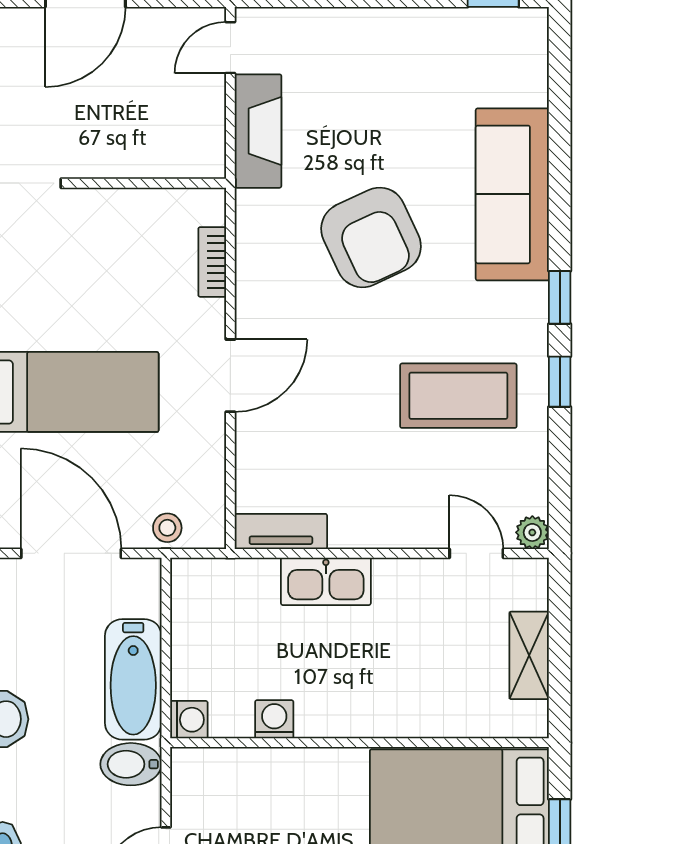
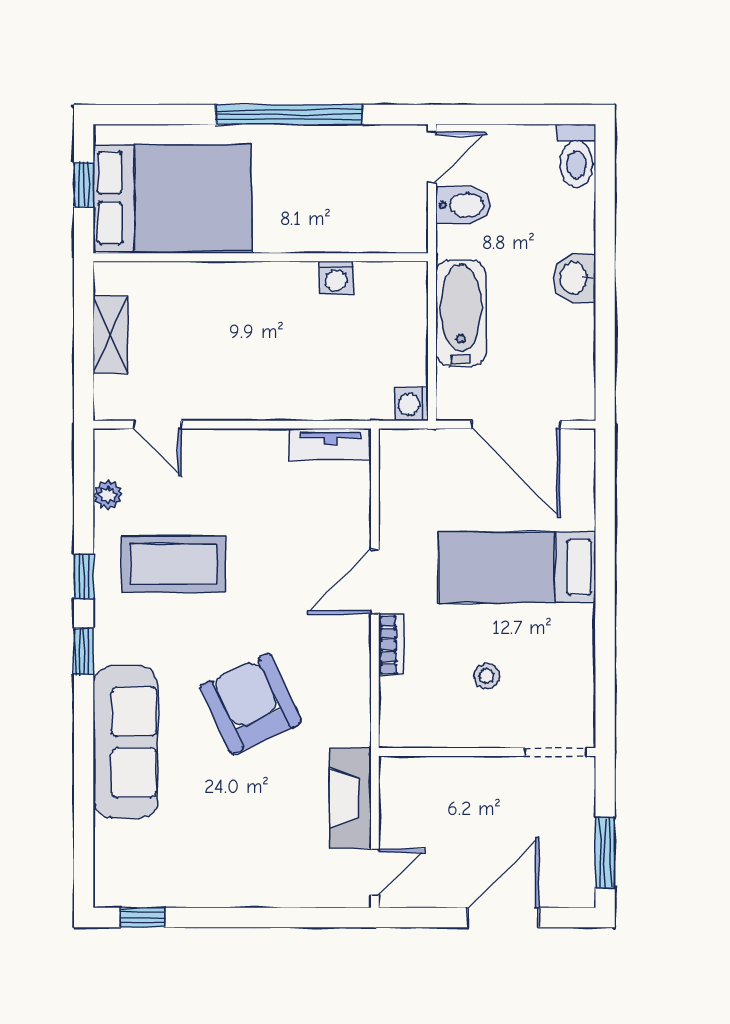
bookcase: (212, 262) -> (391, 645), moved
stool: (167, 528) -> (487, 676), moved
plant: (532, 532) -> (108, 495), moved
kitchen sink: (326, 581) -> (290, 400), removed
washing machine: (189, 720) -> (412, 404), moved
bidet: (131, 764) -> (463, 205), moved

